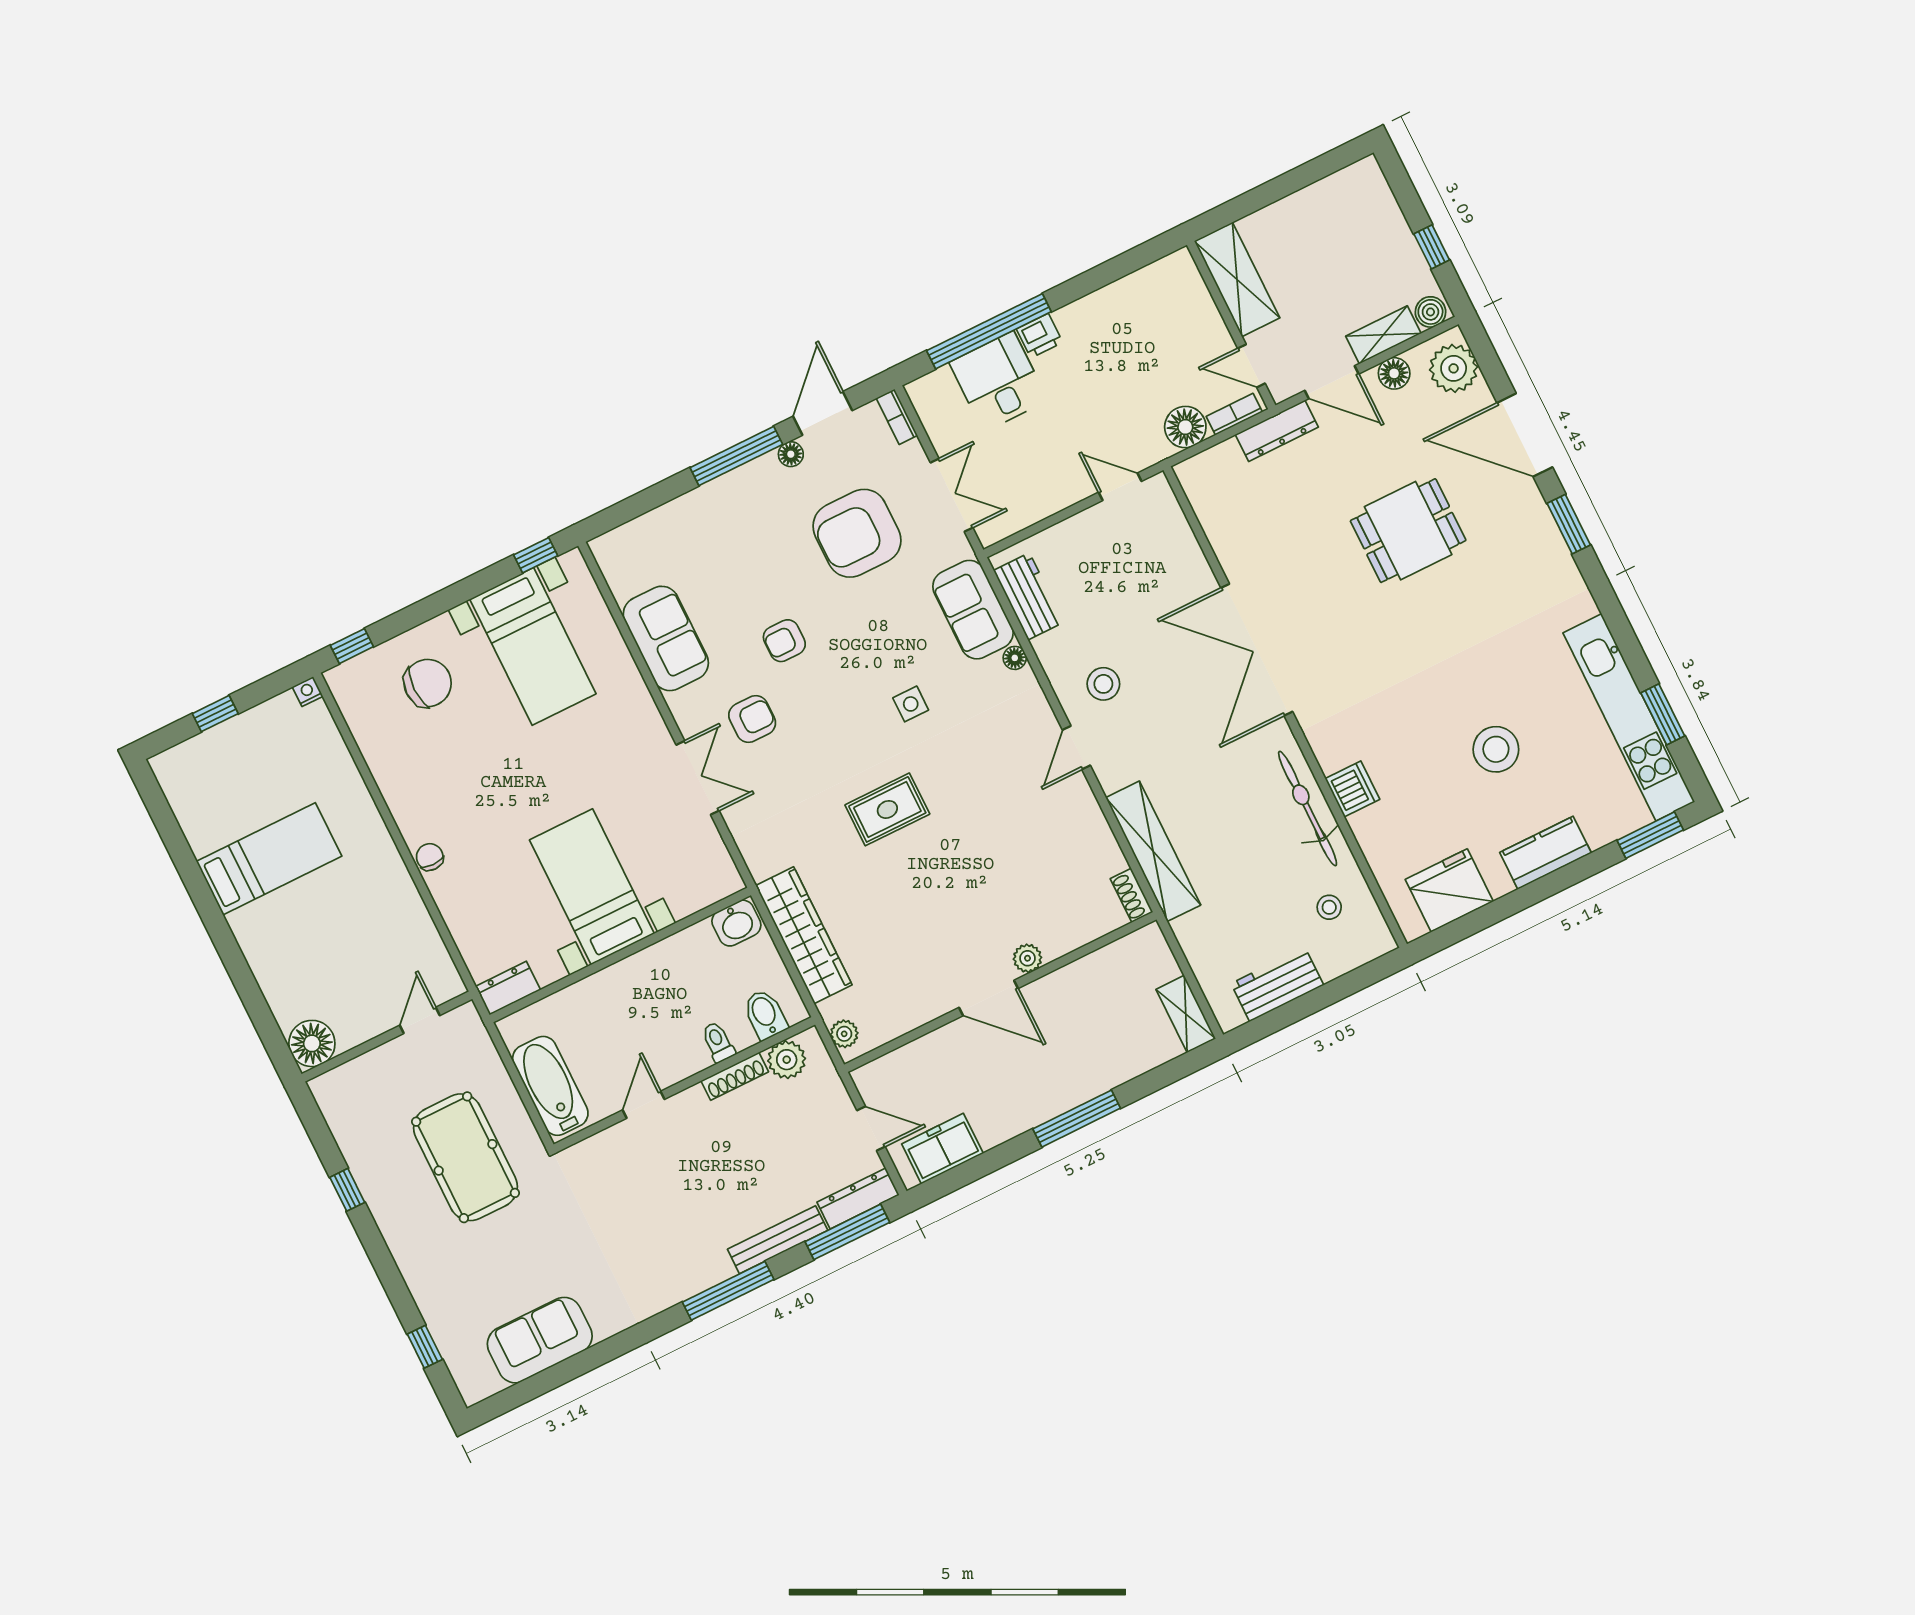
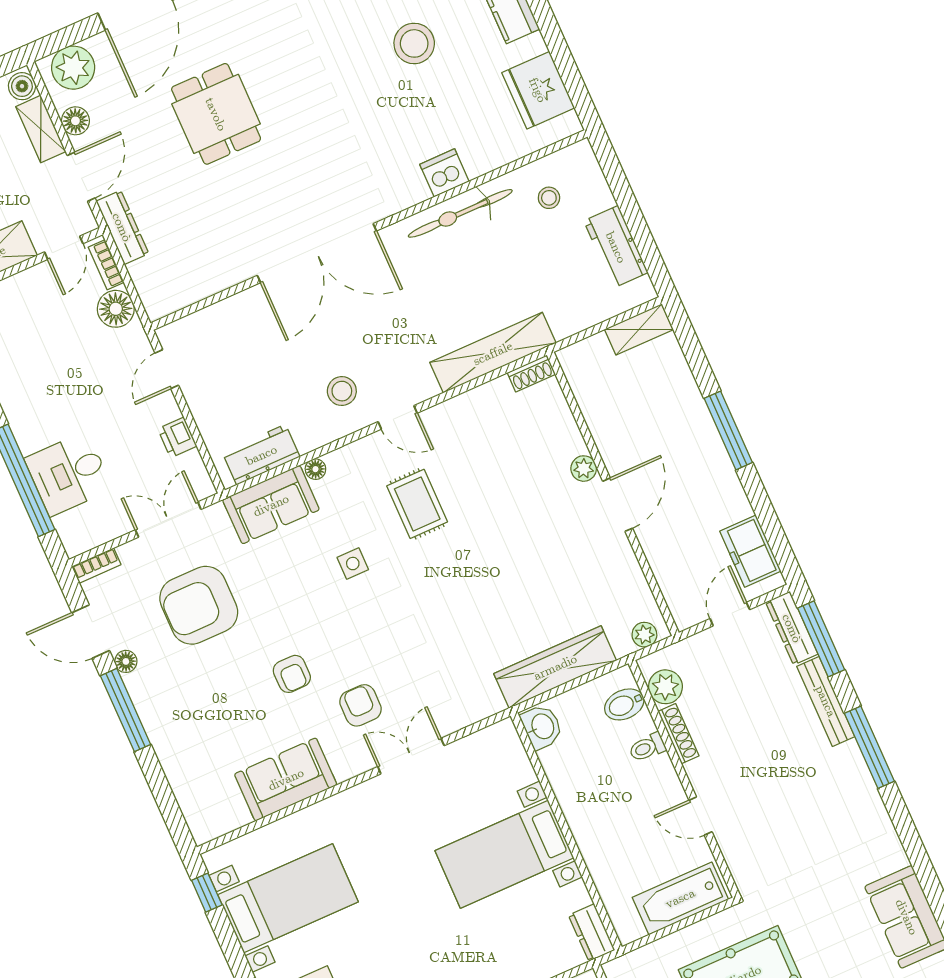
printer: (1040, 336) -> (177, 438), moved, turned 180
armchair: (857, 533) -> (199, 605), turned 90
rug: (887, 809) -> (417, 504), moved

